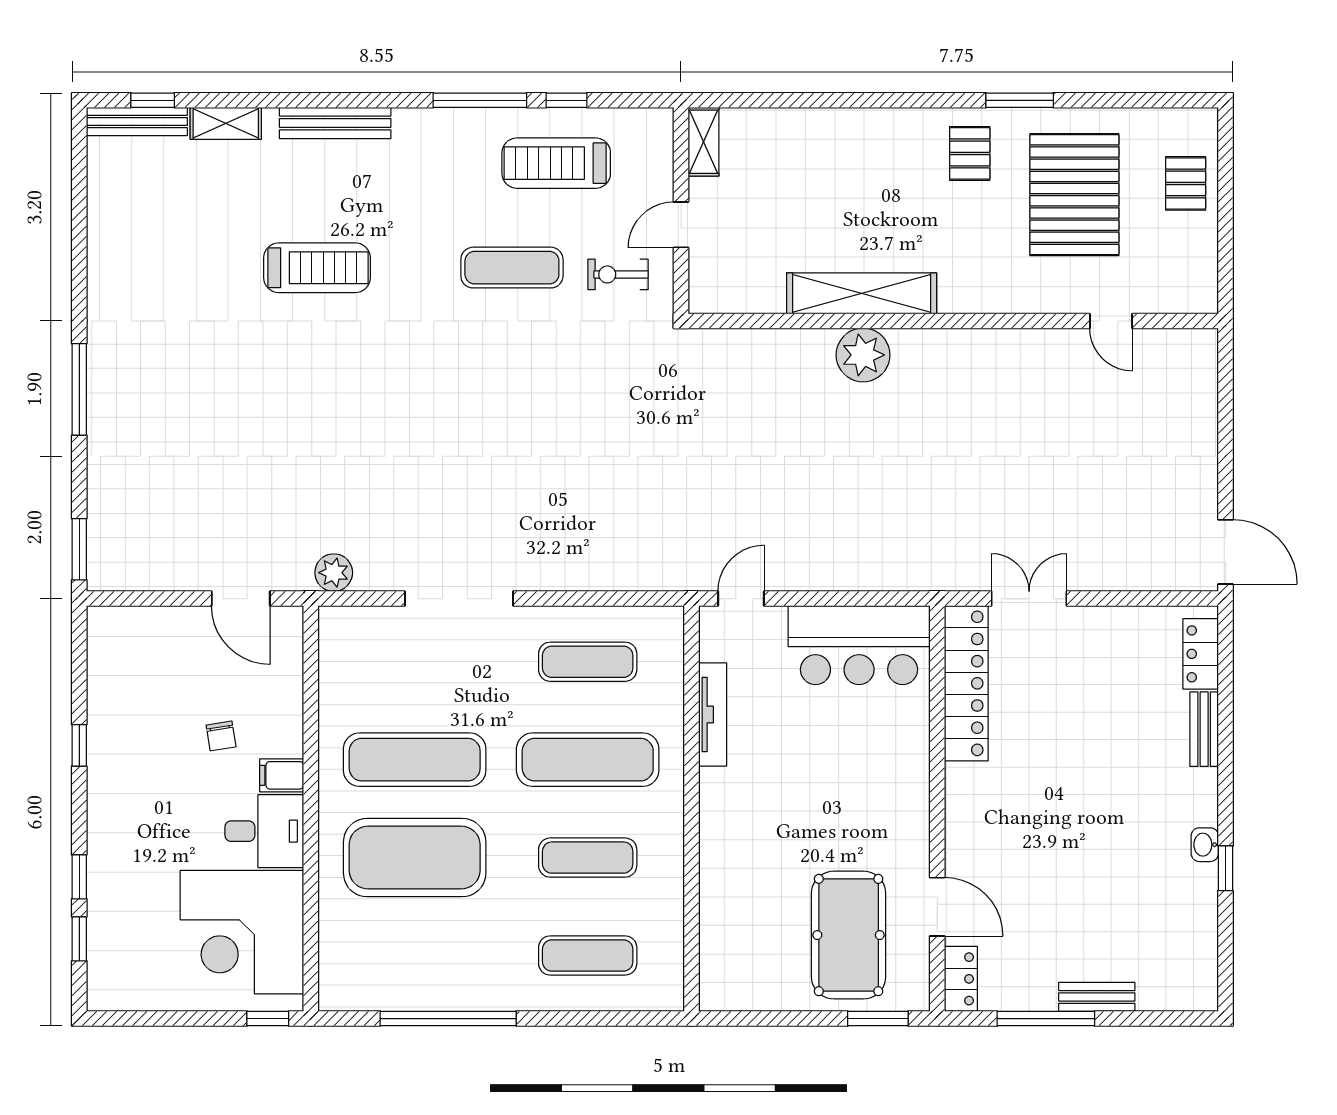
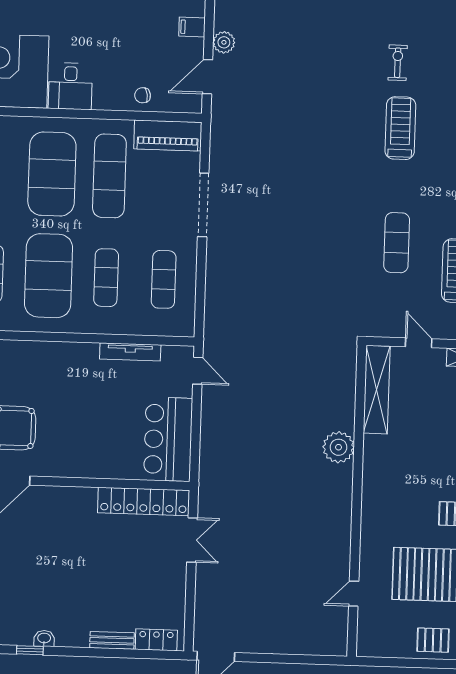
treadmill: (317, 268) -> (400, 128), turned 180
exercise bike: (618, 274) -> (398, 63), moved
shelving: (862, 293) -> (377, 390), moved
plant: (334, 573) -> (224, 42), moved
piano: (343, 663) -> (168, 135), added
chair: (221, 736) -> (143, 95), moved
exercise mat: (588, 760) -> (106, 278), width x0.73, depth x0.69
filing cabinet: (282, 775) -> (192, 27), moved, turned -90
exercise mat: (588, 858) -> (49, 276), width x2.00, depth x1.45

